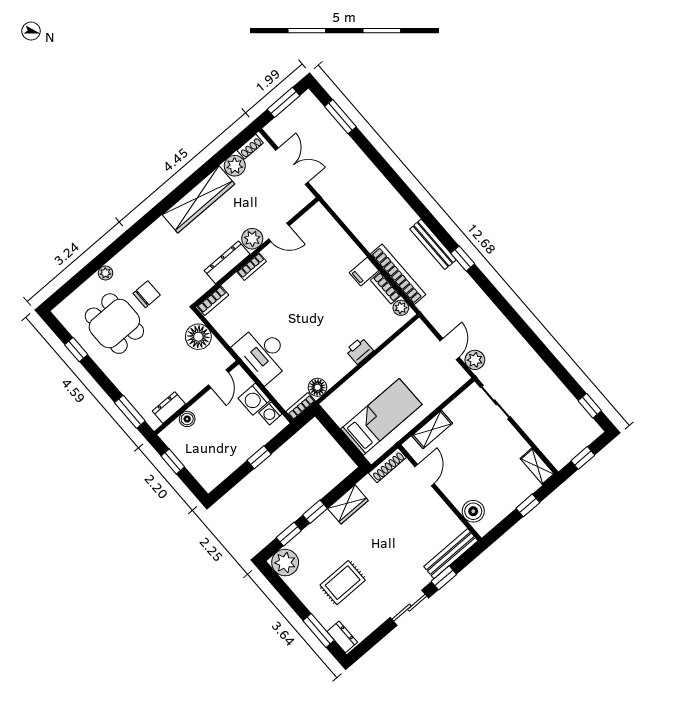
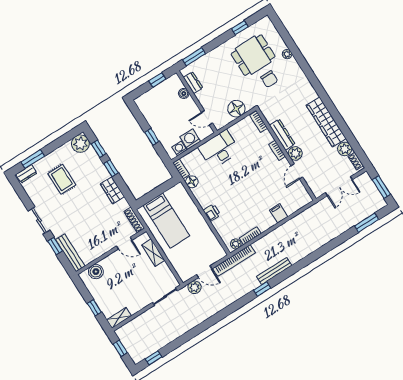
filing cabinet: (364, 272) -> (279, 213), moved
bookcase: (398, 274) -> (234, 261), moved

